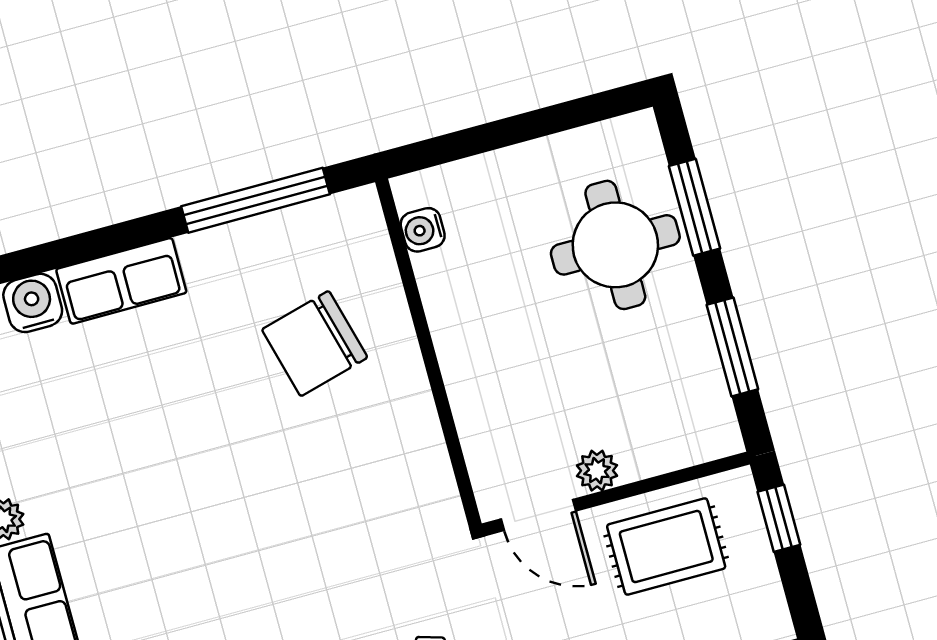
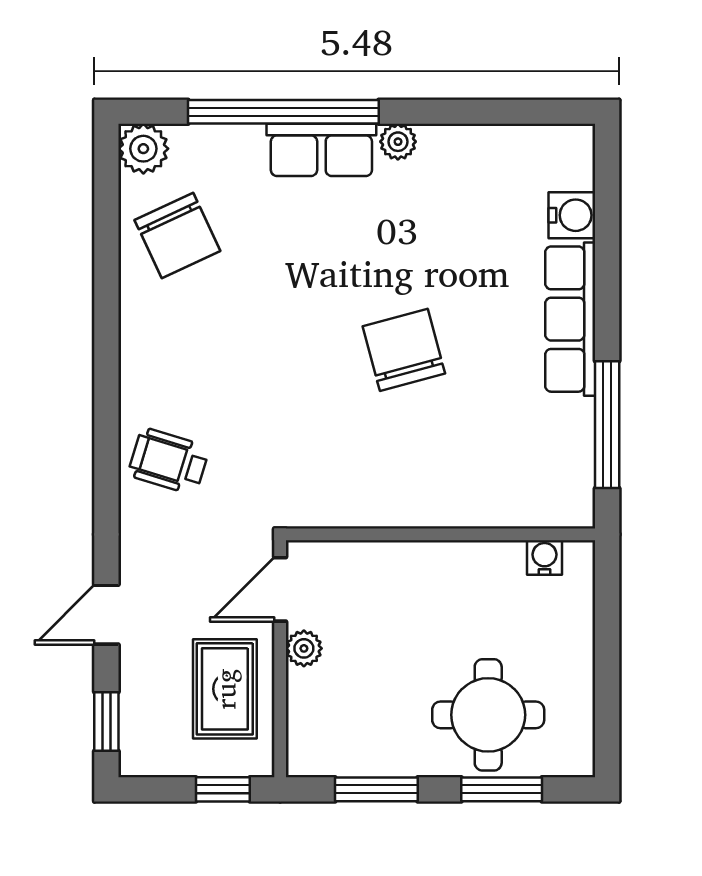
row of seats: (121, 281) -> (570, 319), width x1.48
chair: (315, 344) -> (404, 350), moved

